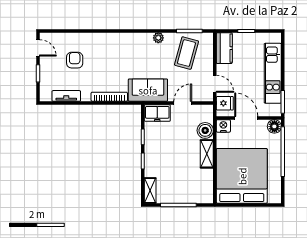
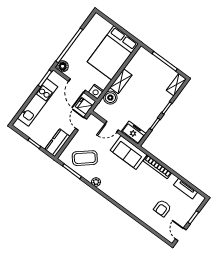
coffee table: (186, 53) -> (85, 158), turned 35
bed: (242, 176) -> (113, 53), width x0.73

